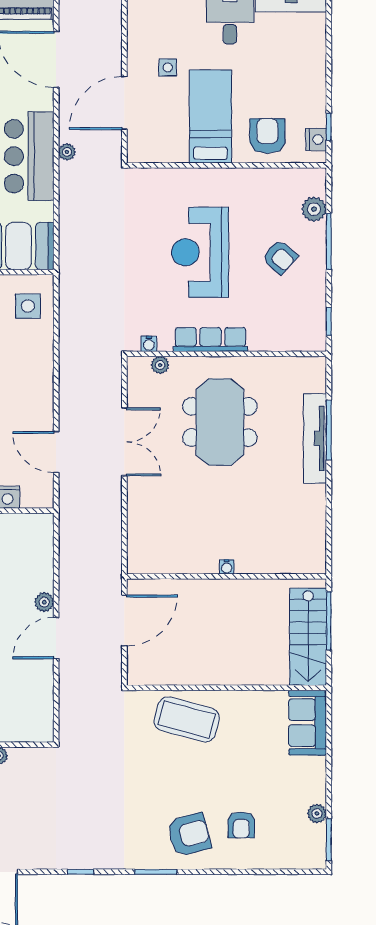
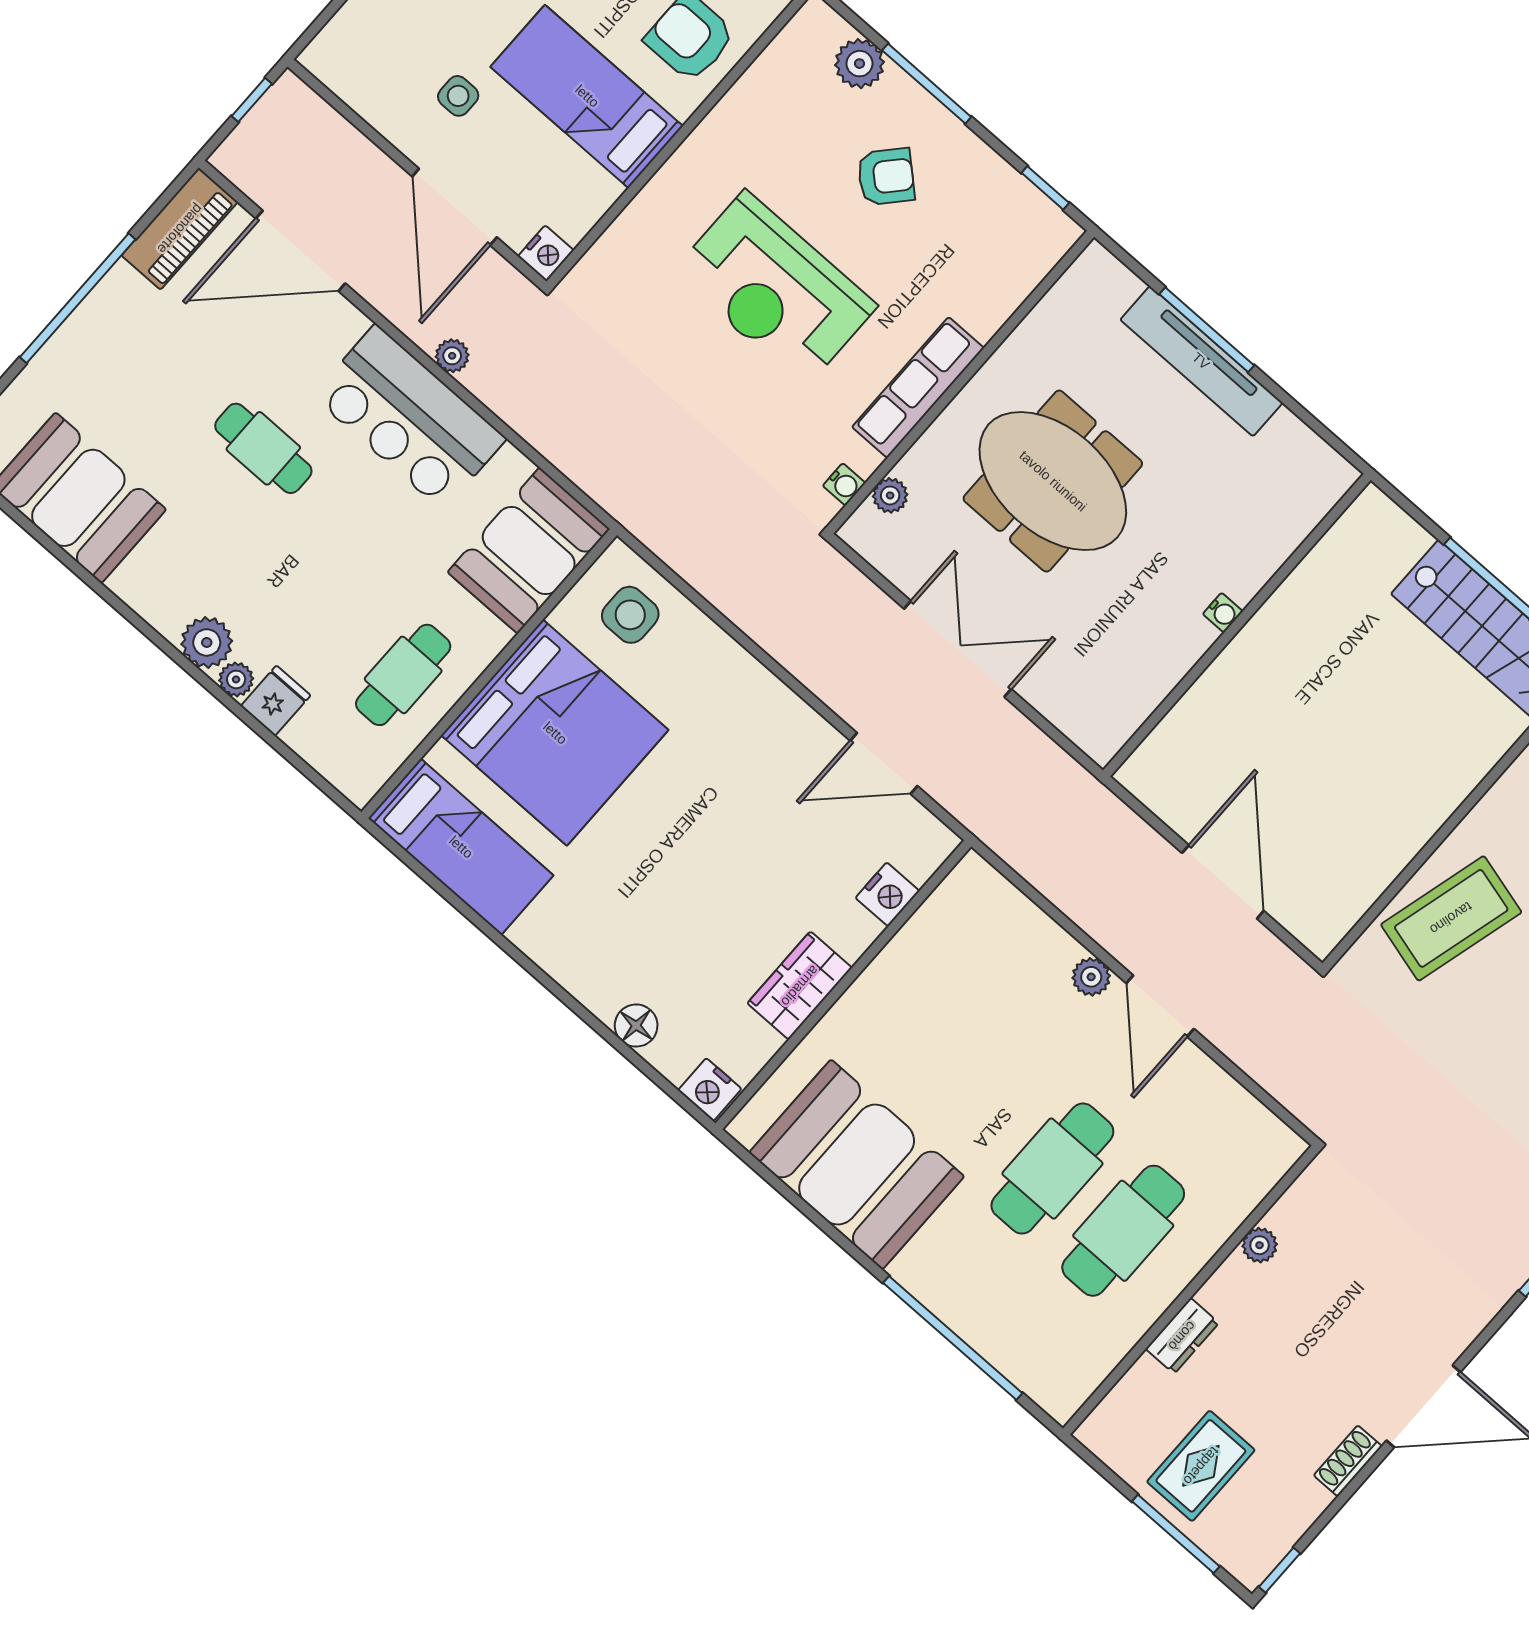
nightstand: (137, 153) -> (546, 253), added
water cooler: (227, 567) -> (1223, 613), moved
wall: (227, 576) -> (1237, 625), moved

